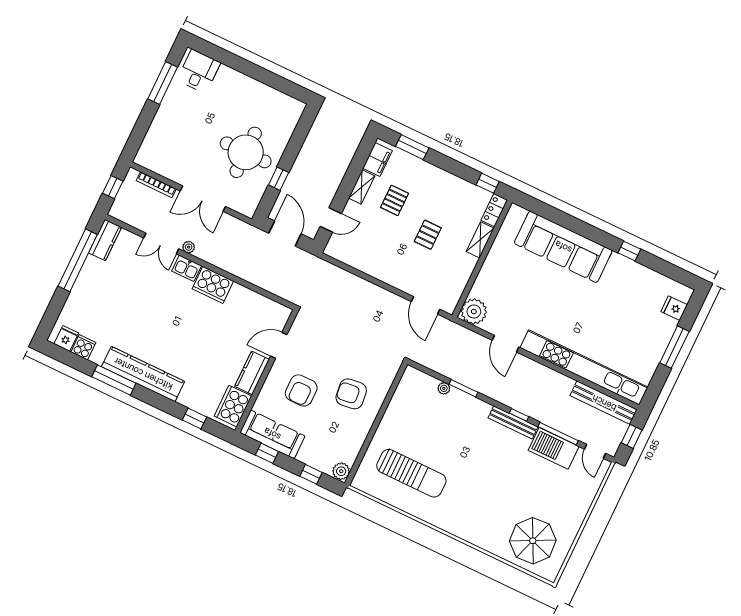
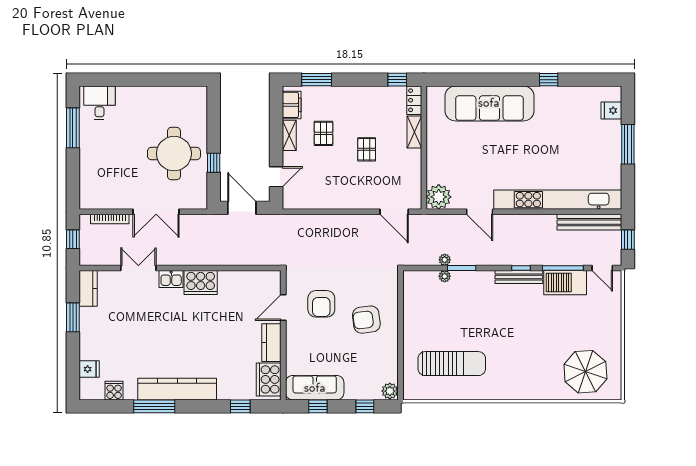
double door: (161, 243) -> (138, 268), swing flipped
plant: (189, 247) -> (445, 260), moved
window: (78, 260) -> (73, 317), width x0.47
fridge: (66, 338) -> (89, 369), moved, turned 90
armchair: (301, 390) -> (321, 304), moved

